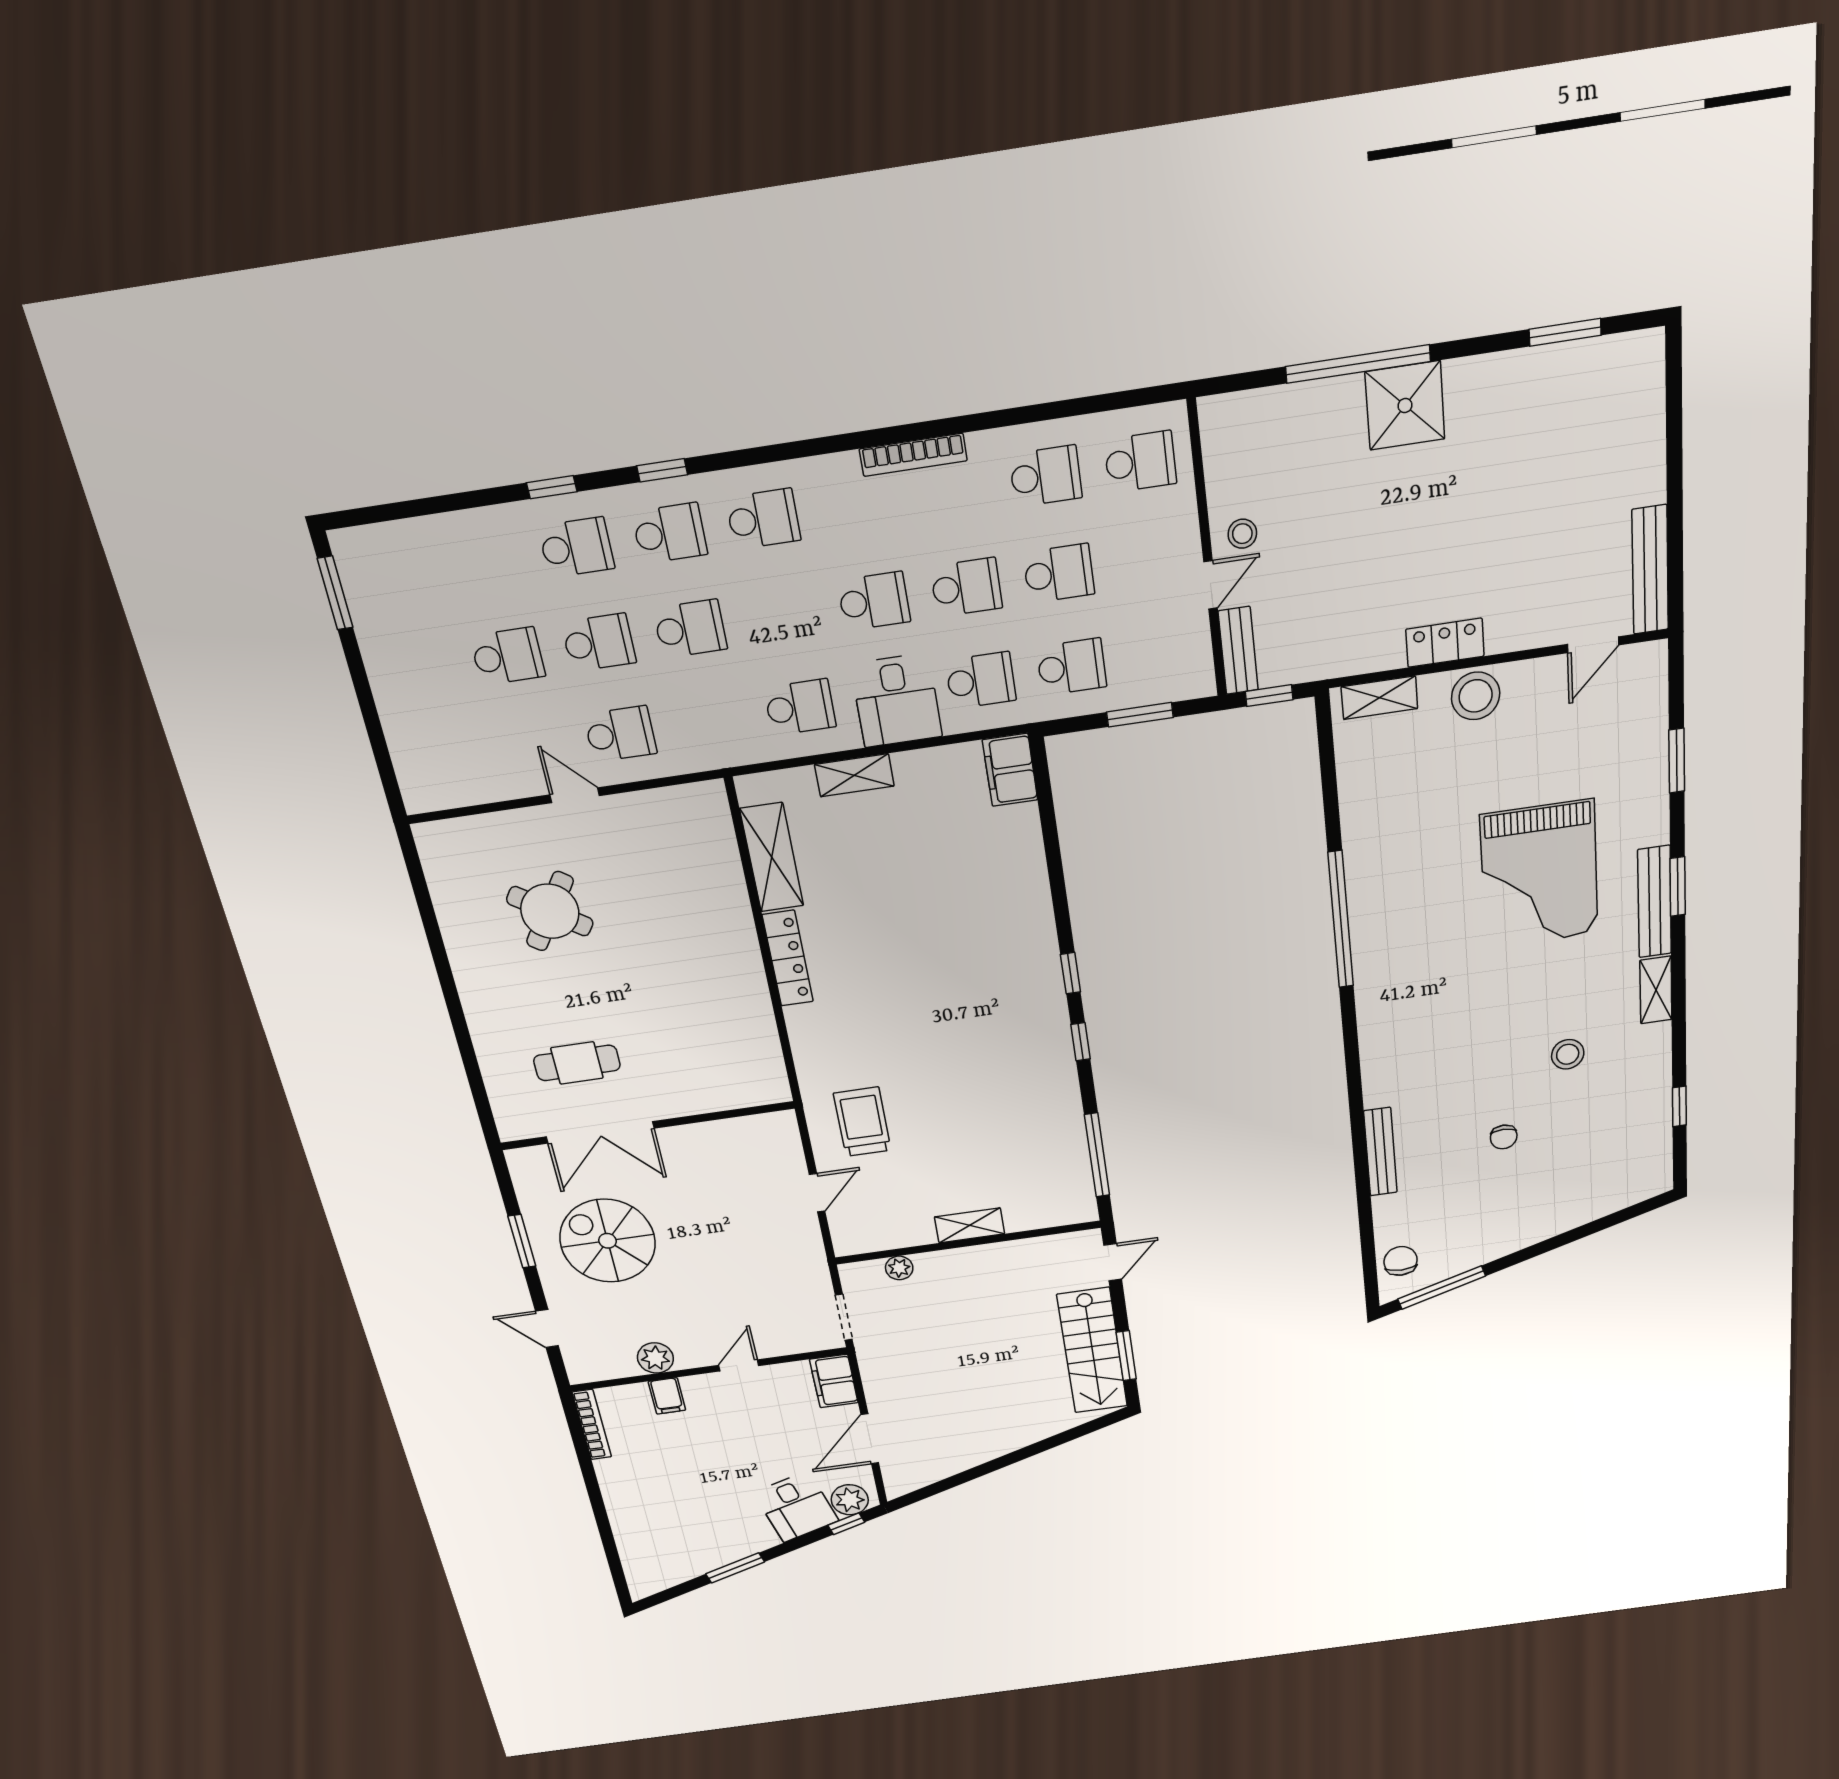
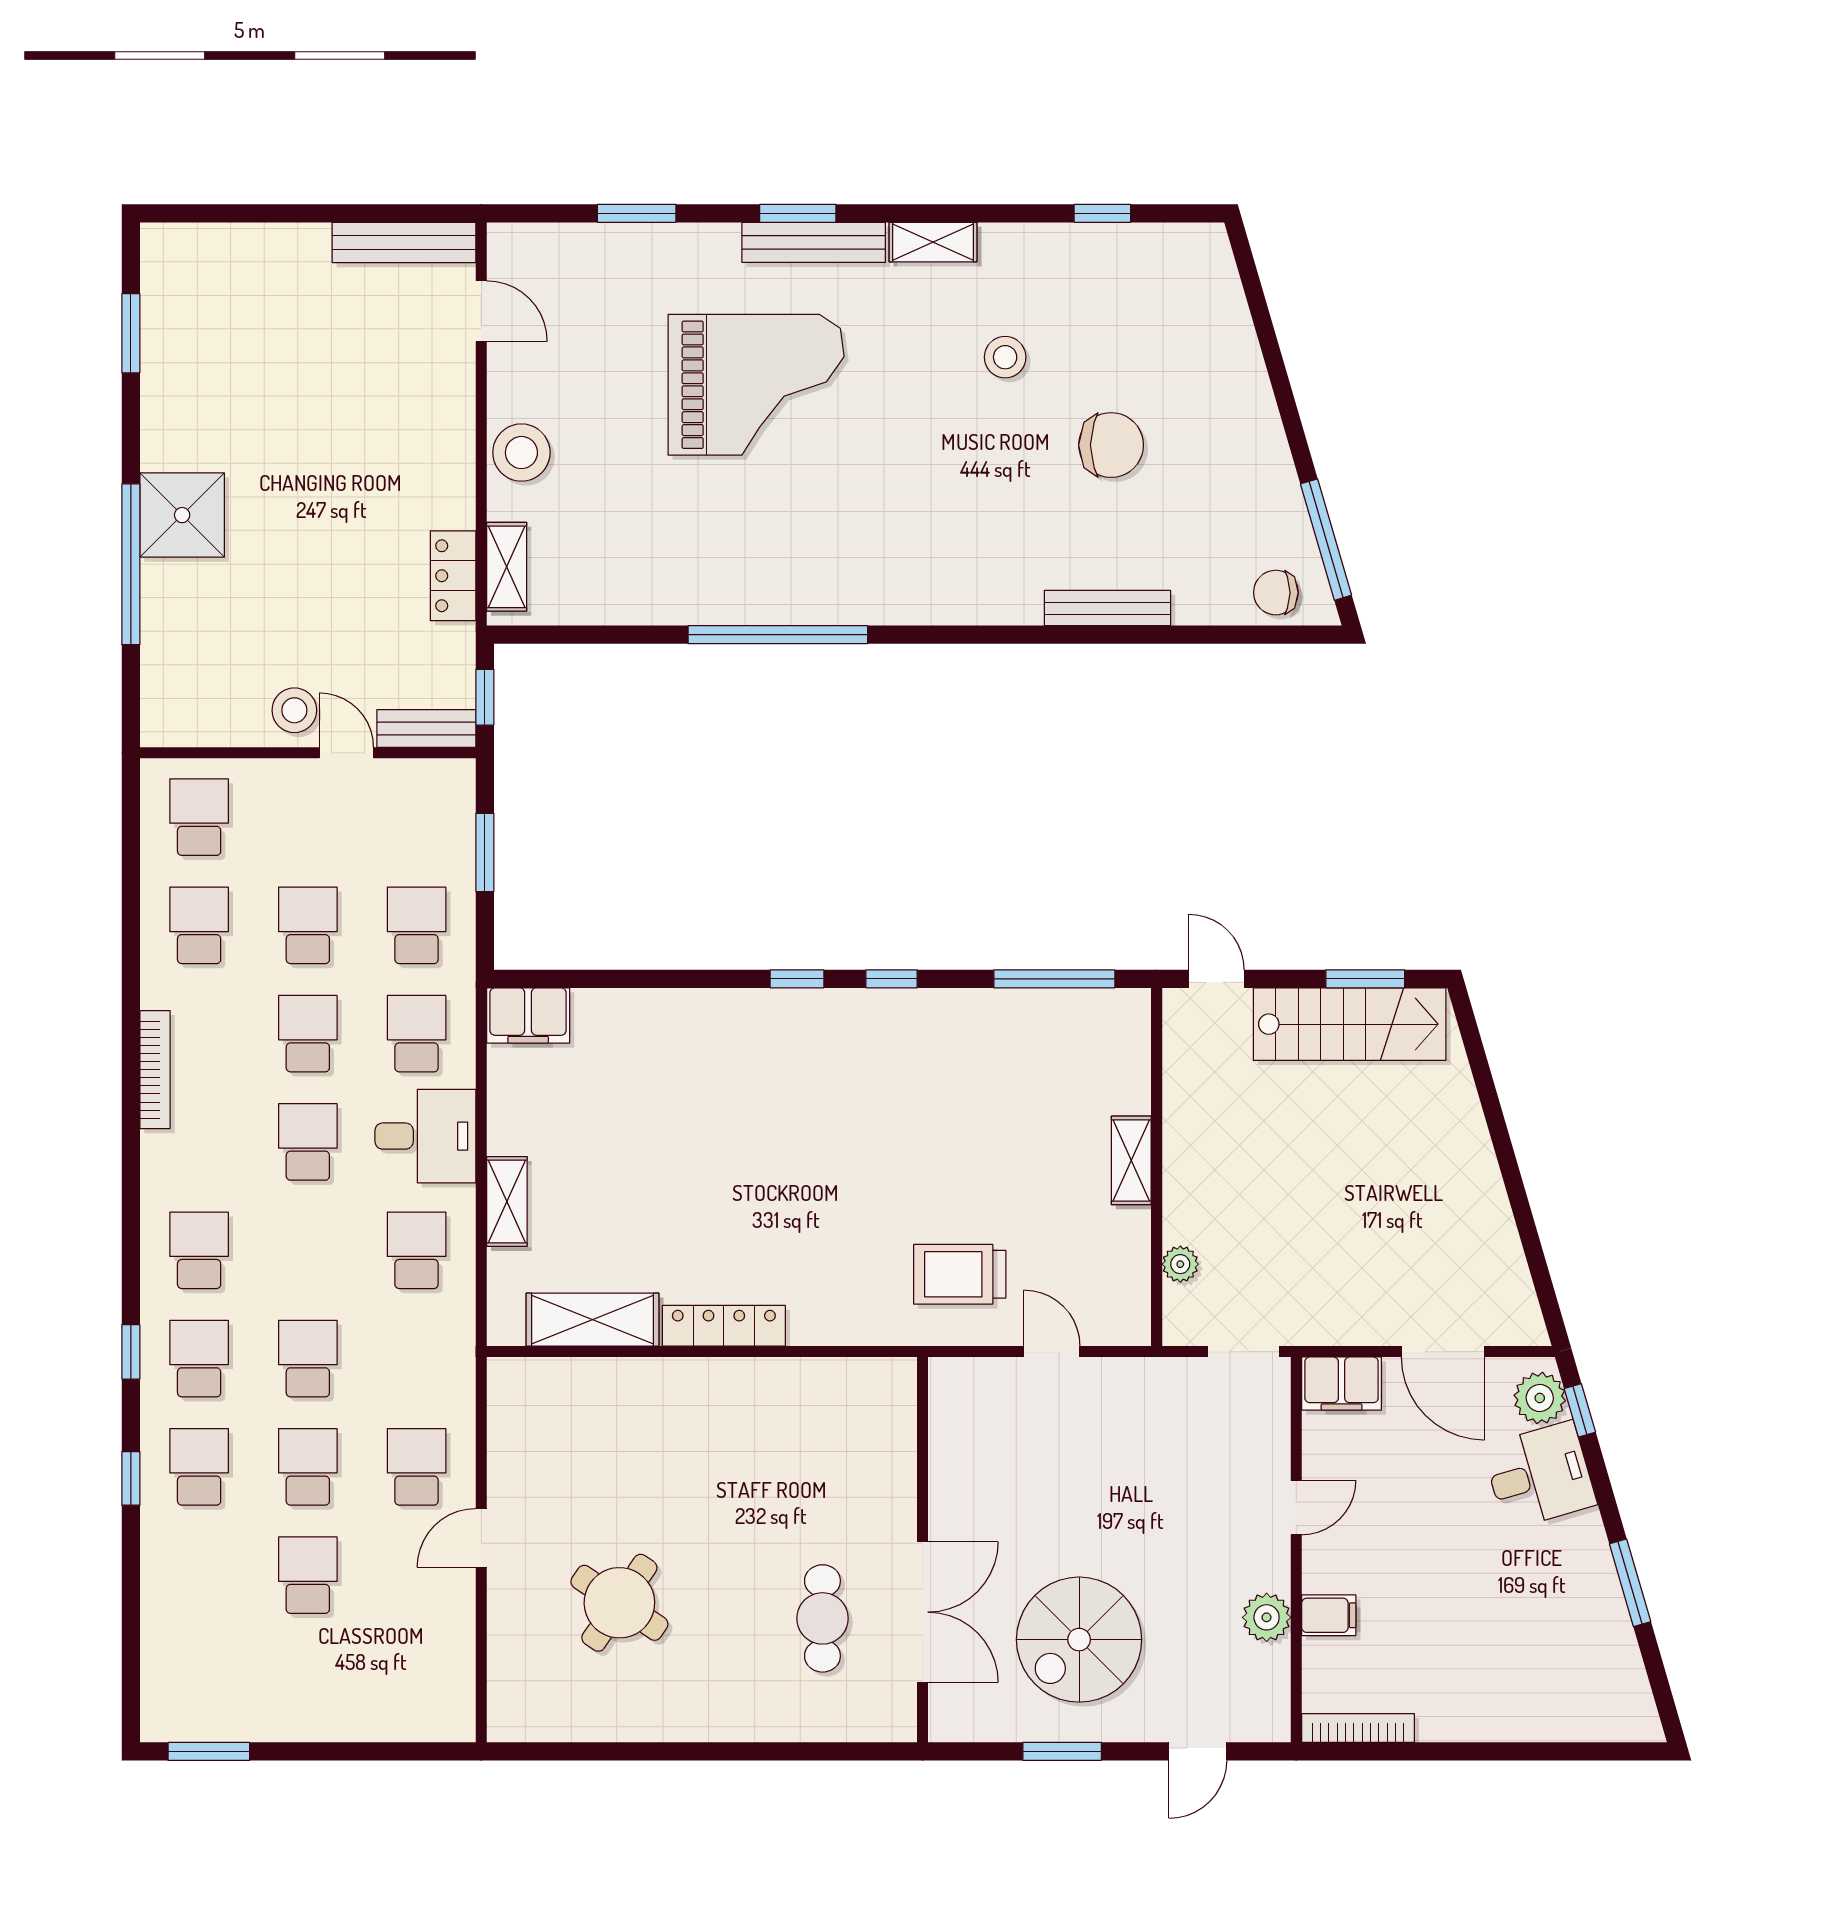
stool: (1242, 534) -> (294, 710), width x1.37, depth x1.37
locker: (1445, 643) -> (453, 576), moved
chair: (1504, 1137) -> (1111, 445), width x1.87, depth x1.87
door: (739, 1365) -> (1296, 1508), swing flipped

